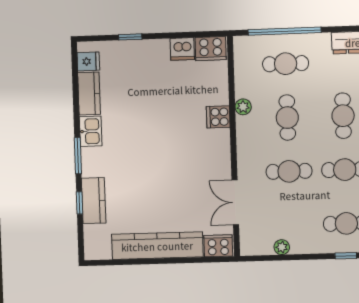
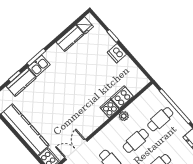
dishwasher: (182, 49) -> (117, 53), moved
cooker: (211, 49) -> (122, 97), moved, turned 90
cafe table: (286, 64) -> (160, 119), turned 90
kitchen sink: (91, 131) -> (39, 66), moved

